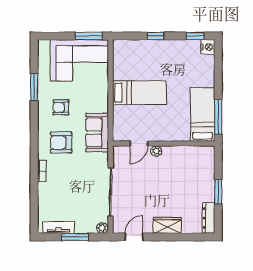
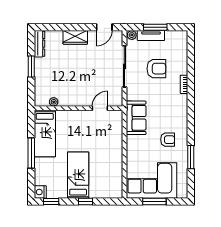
window: (89, 36) -> (154, 202), moved
bed: (140, 93) -> (78, 175), moved, turned 90
window: (218, 117) -> (31, 153), moved
armchair: (61, 142) -> (156, 69), moved
plant: (156, 151) -> (54, 102), moved
tv unit: (58, 227) -> (151, 35), moved

